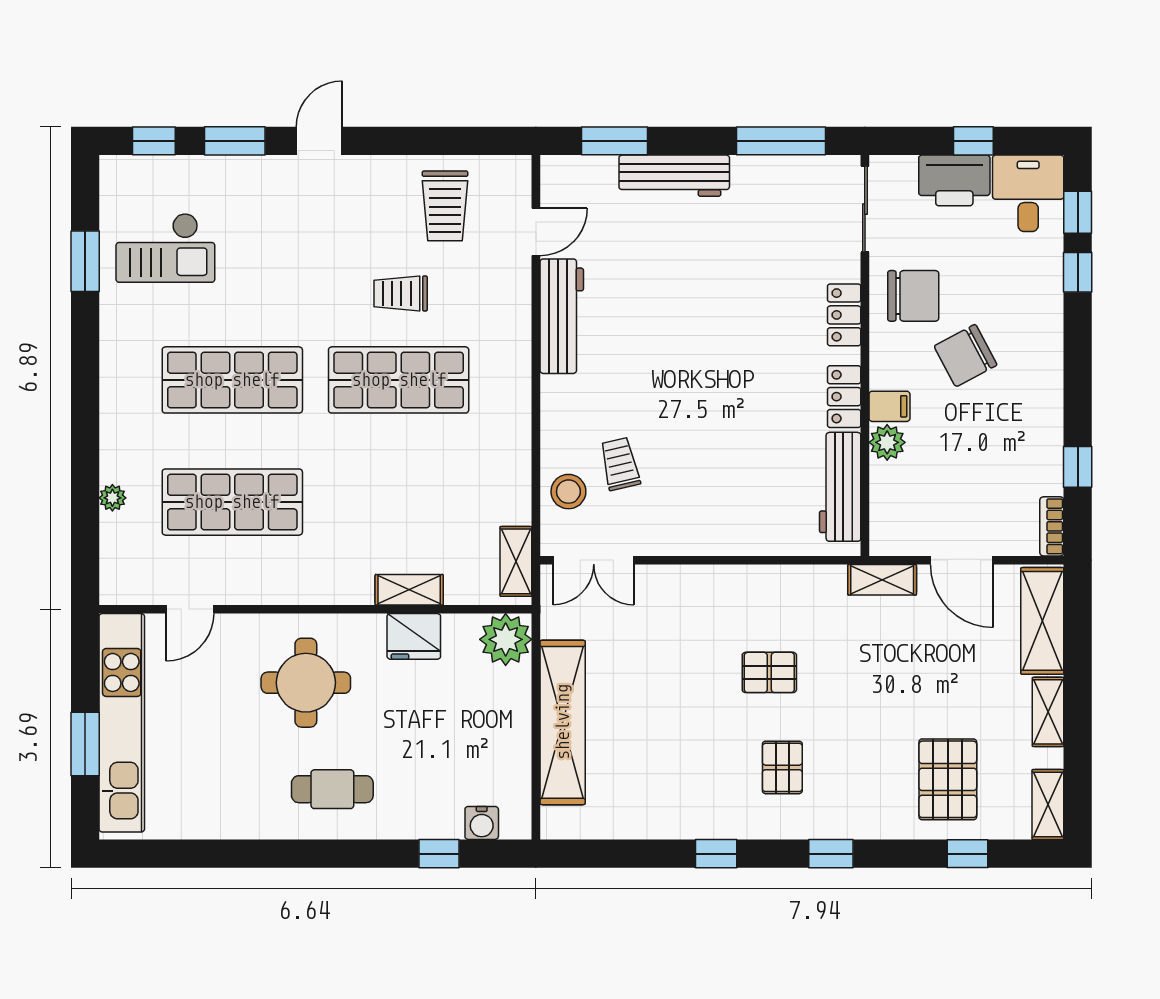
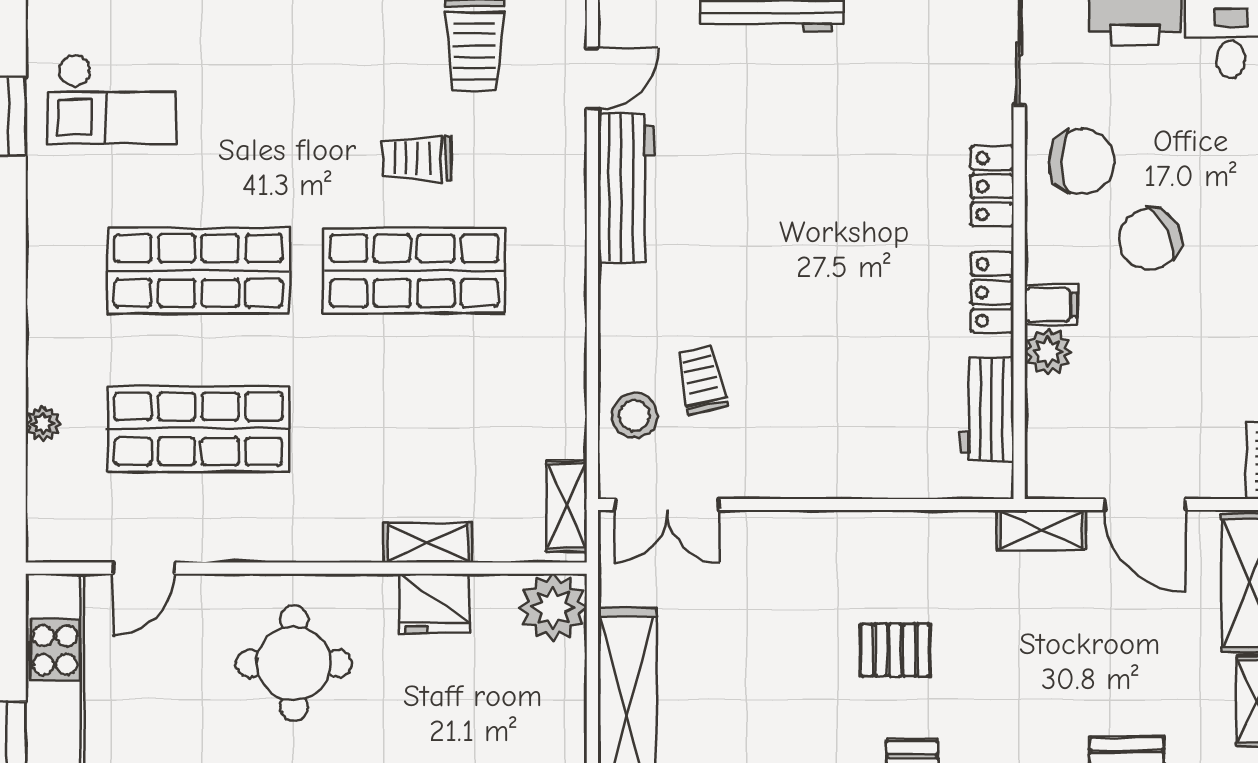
workbench: (840, 487) -> (987, 409), width x0.73

